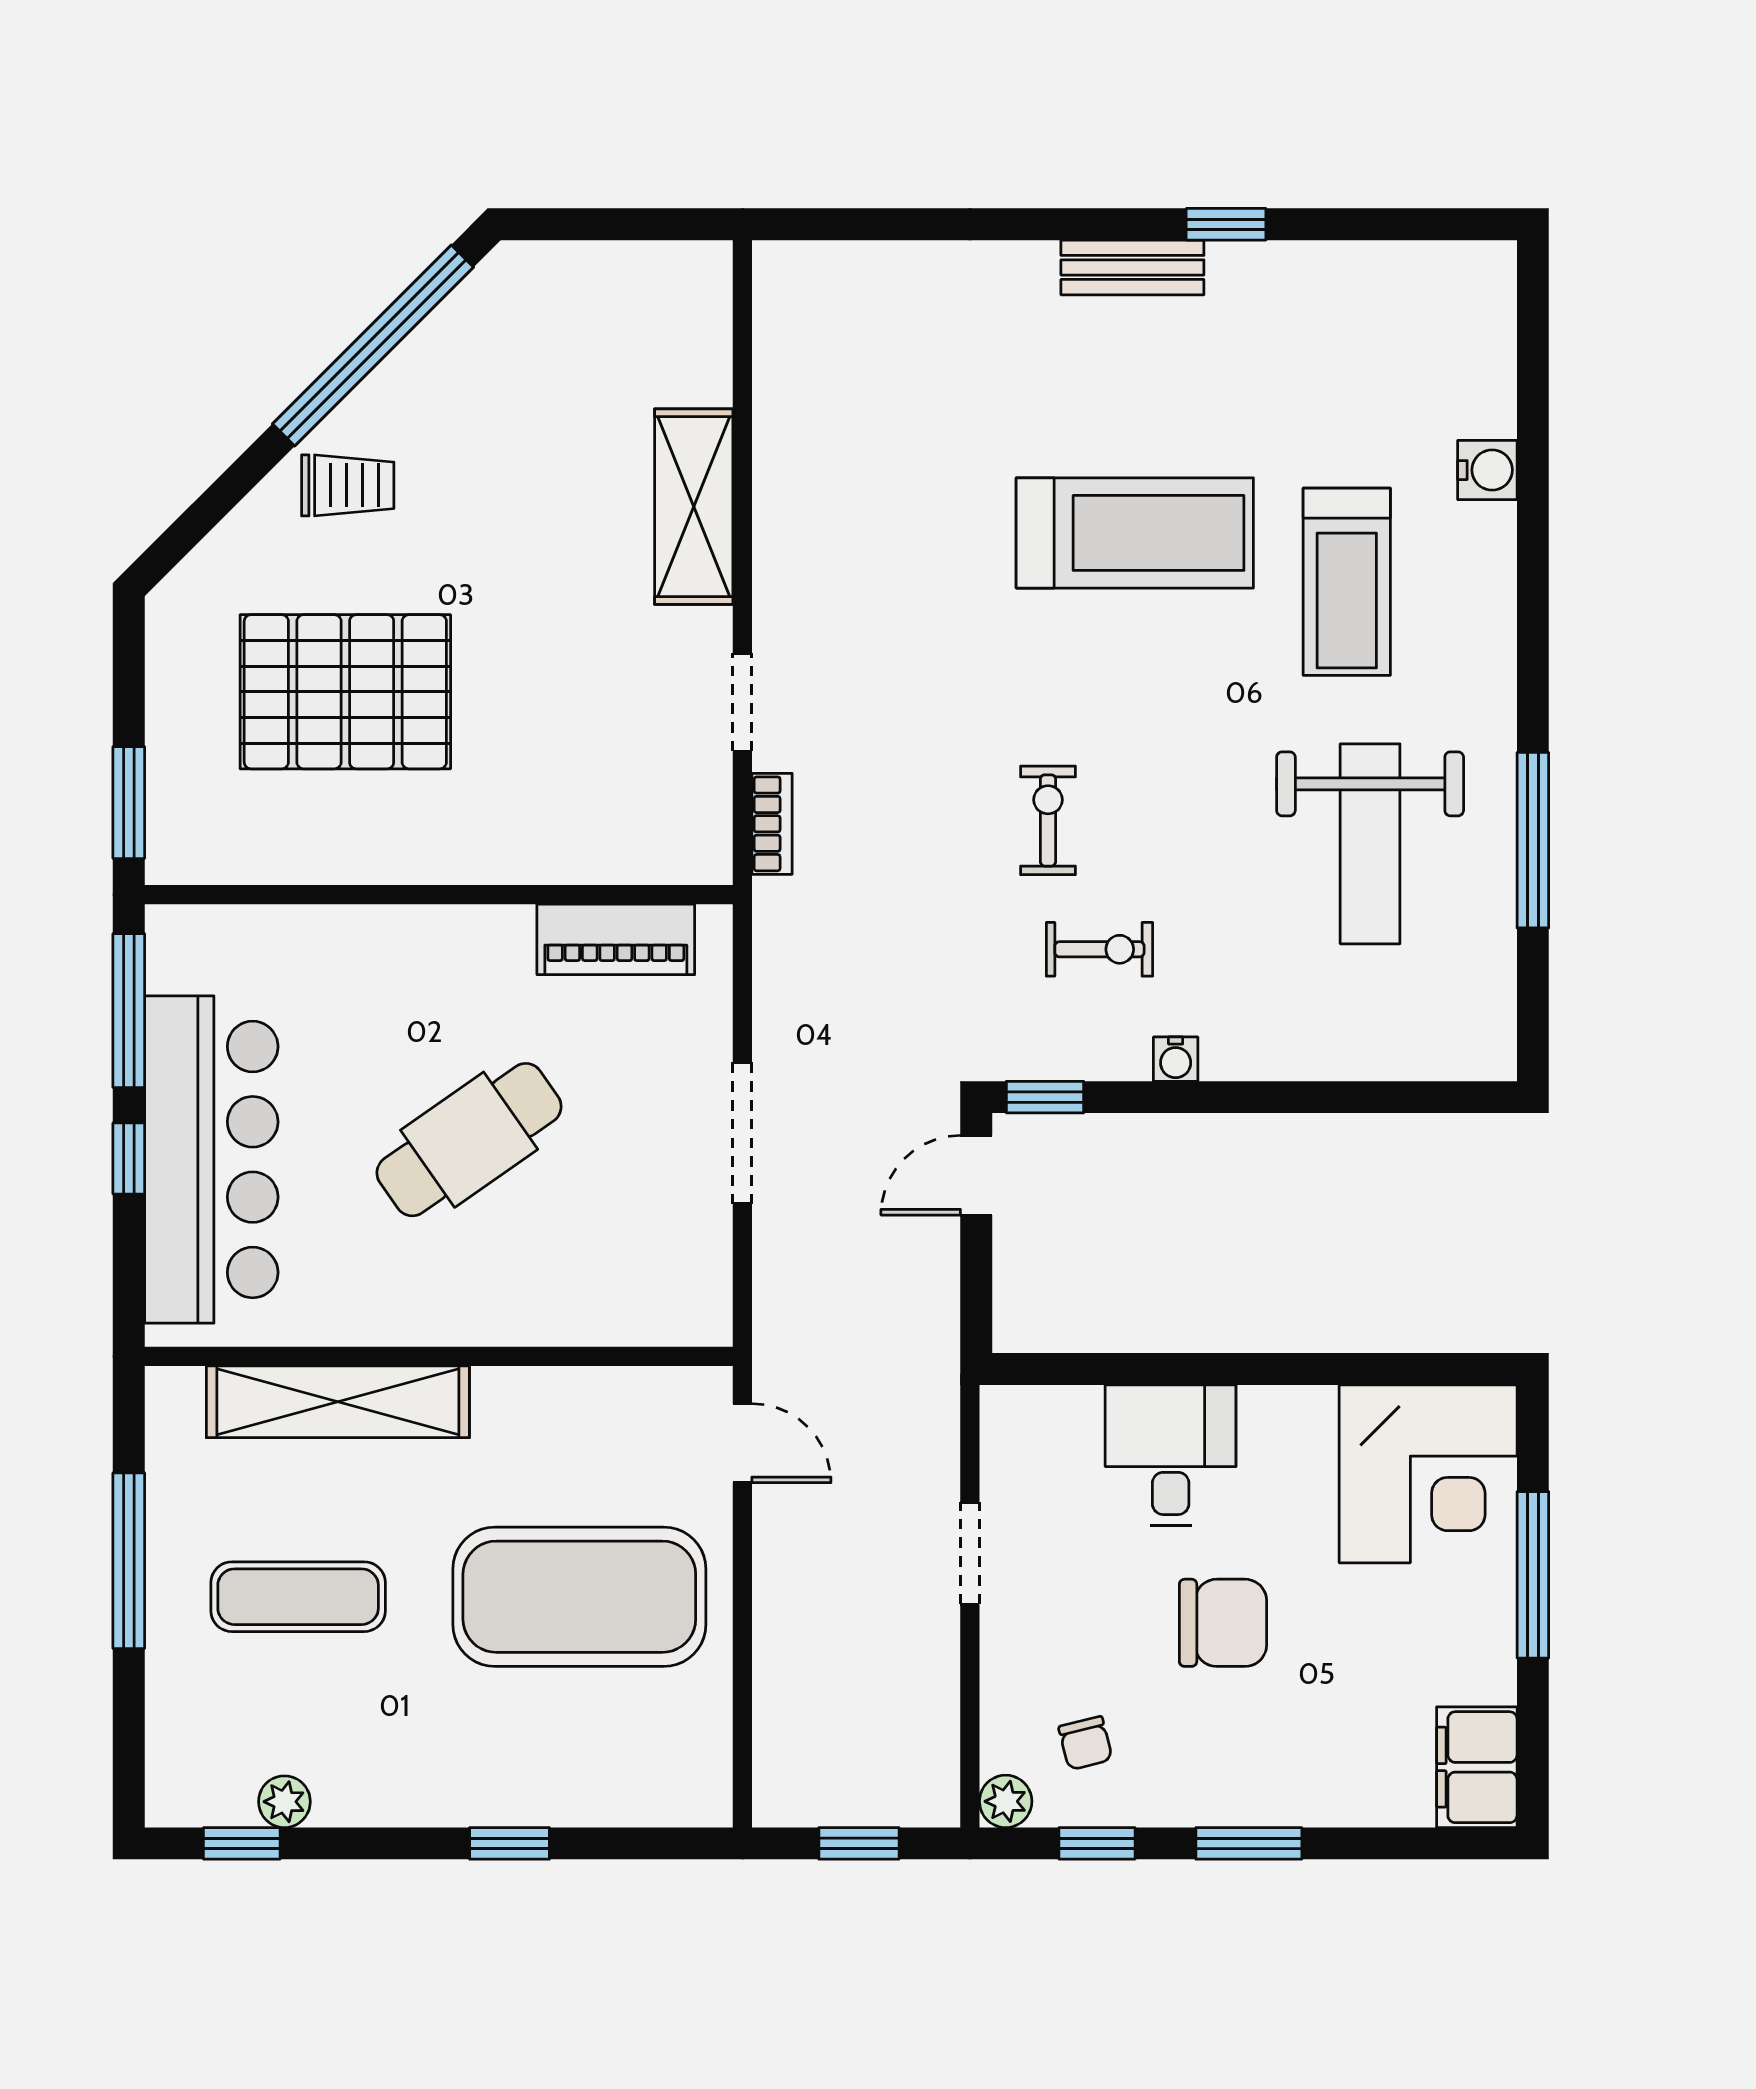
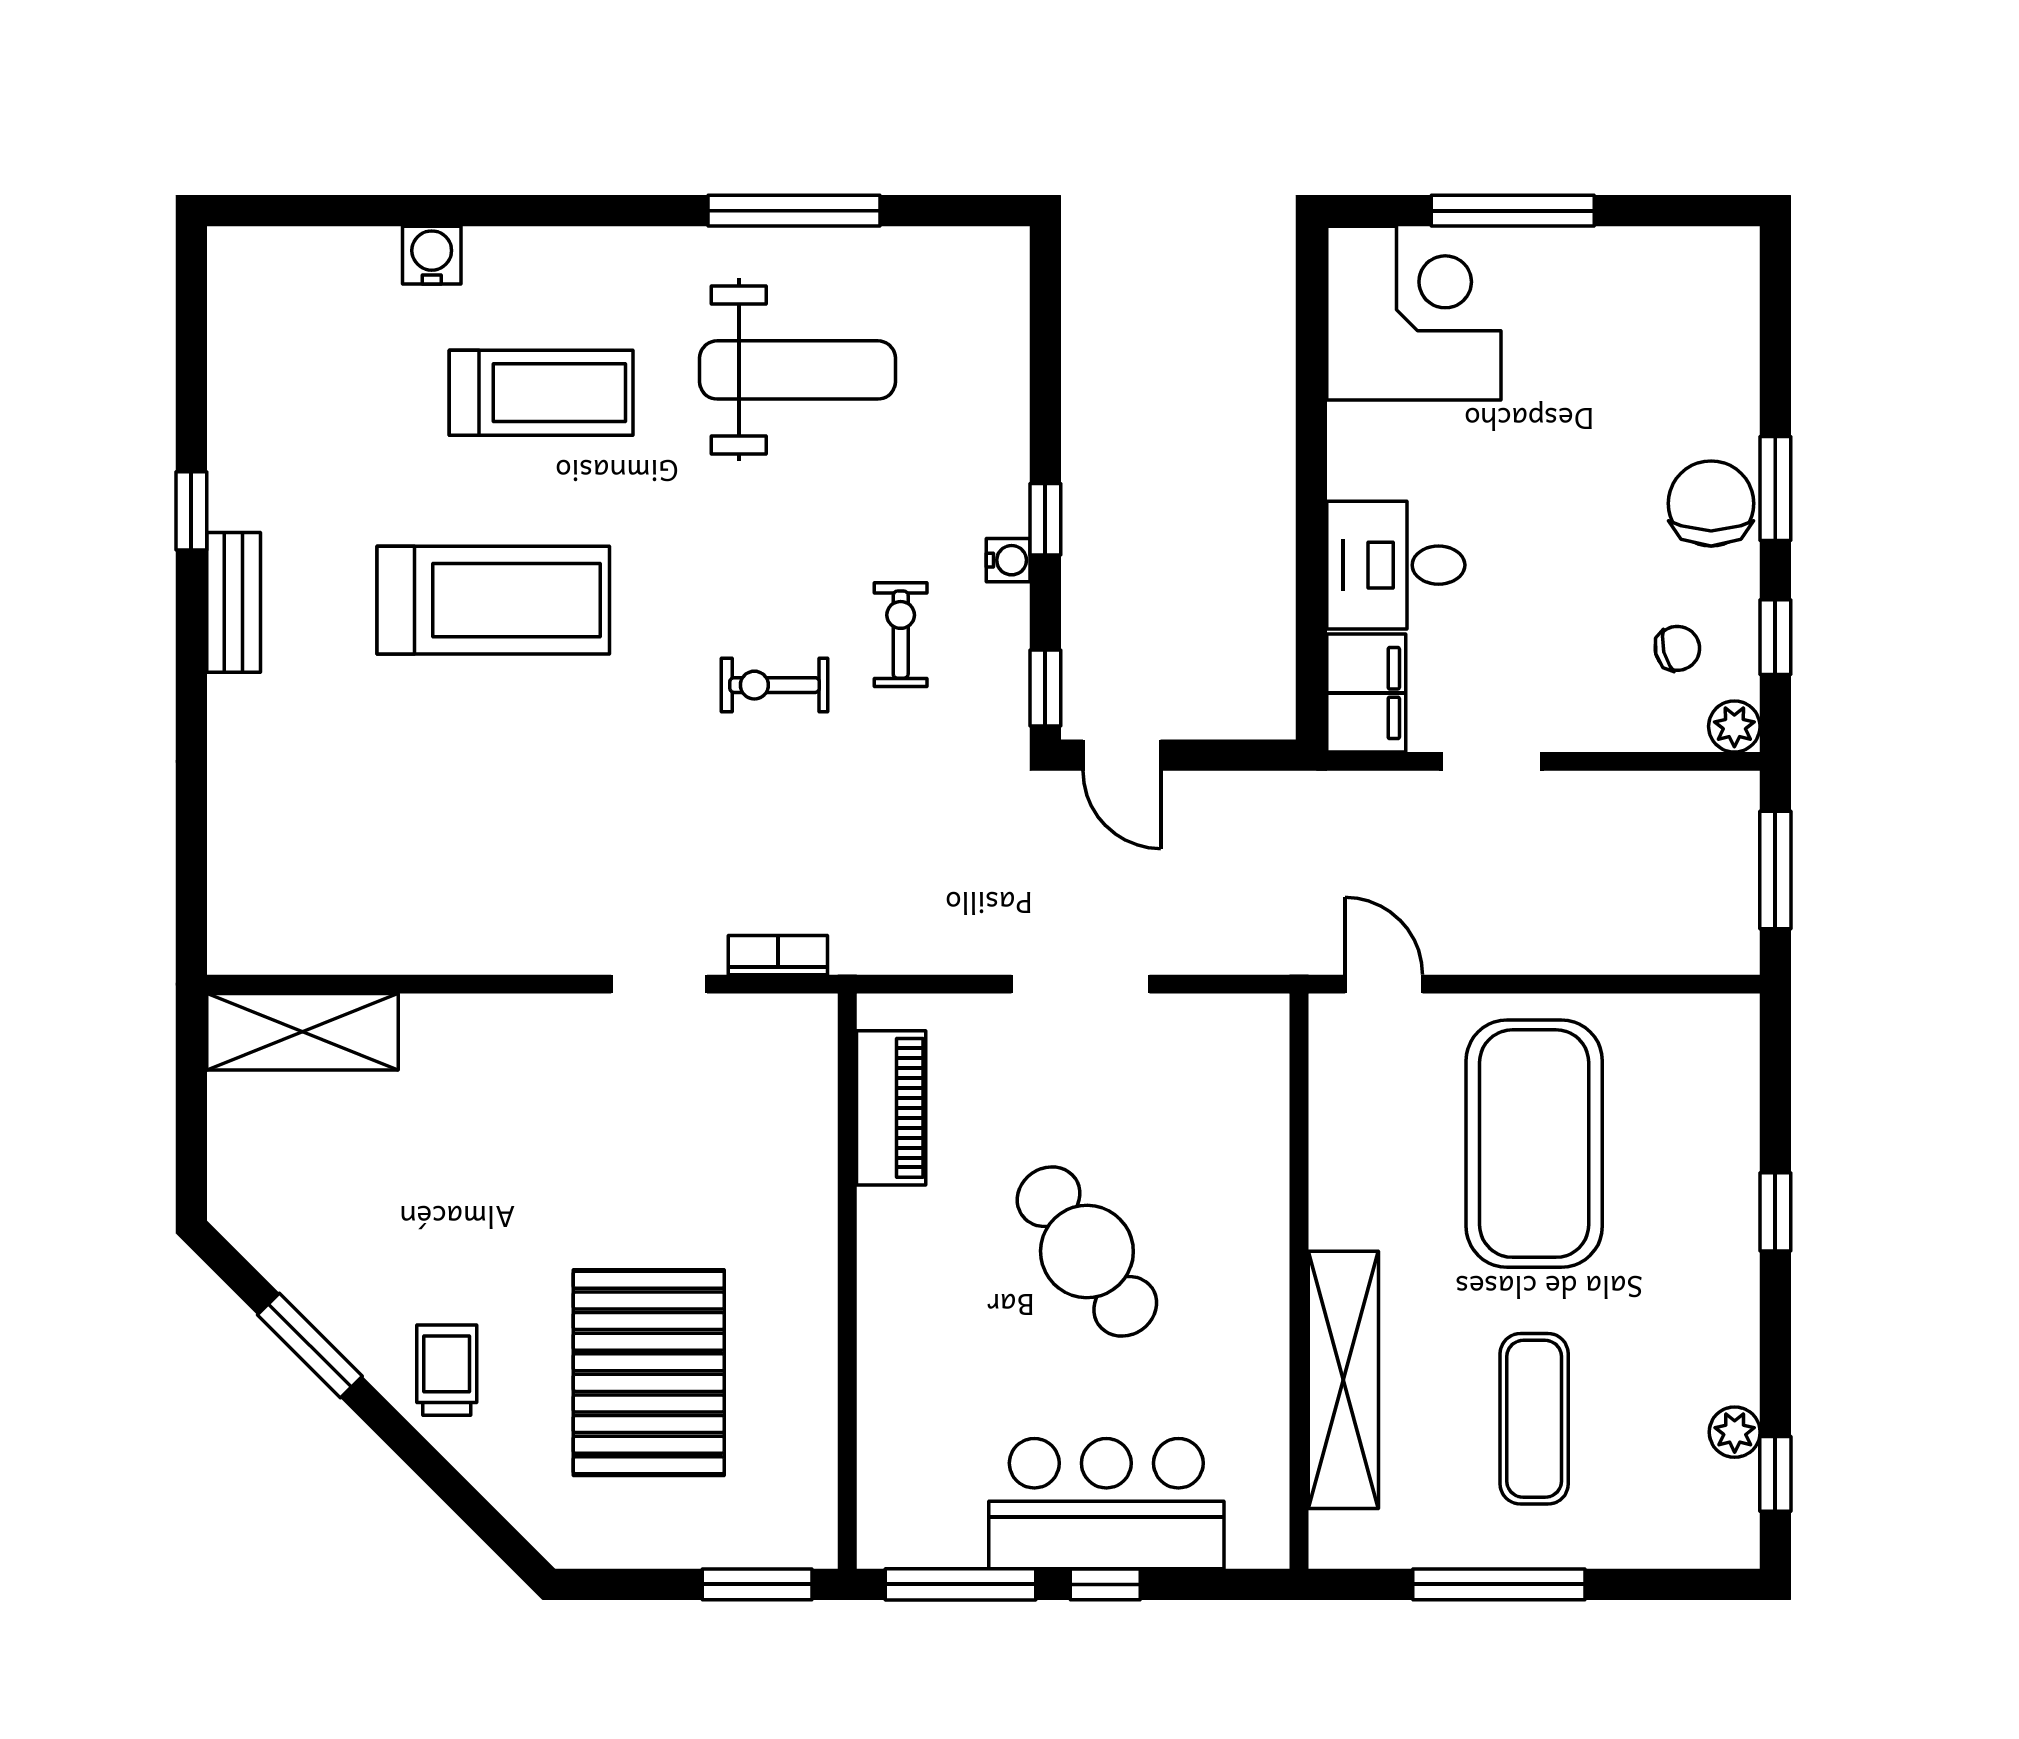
window: (373, 345) -> (310, 1346), width x0.47
shelving: (694, 507) -> (303, 1032), moved
treadmill: (1135, 533) -> (493, 600), turned 90
window: (1217, 1097) -> (1045, 519), added
bar counter: (211, 1159) -> (1106, 1504), width x0.73
door: (742, 1443) -> (1384, 984), hinge flipped
chair: (1223, 1623) -> (1711, 503), moved
filing cabinet: (1477, 1767) -> (1366, 693), moved, turned -90
window: (859, 1843) -> (1775, 870), width x1.50

